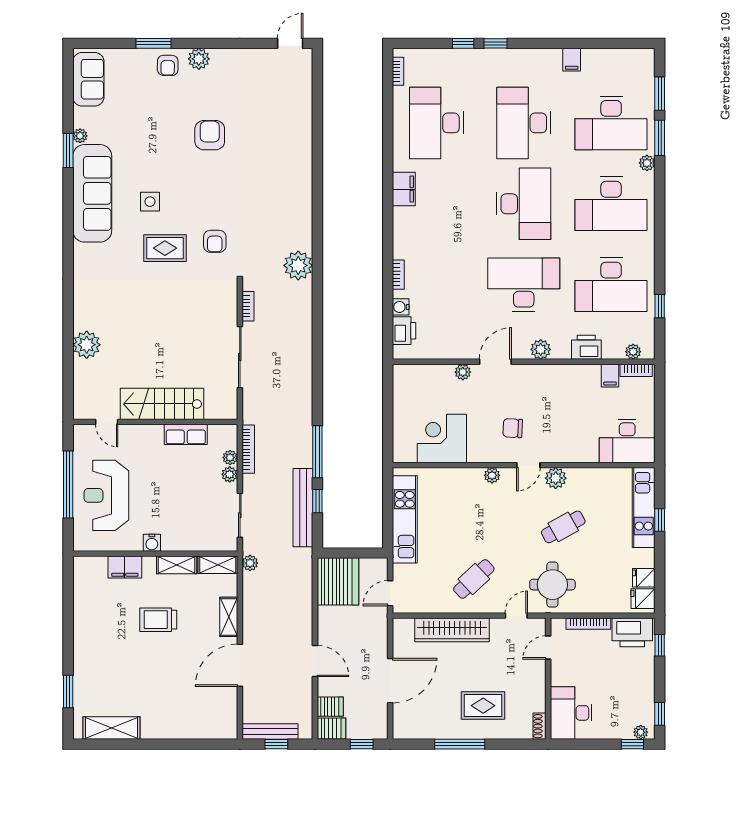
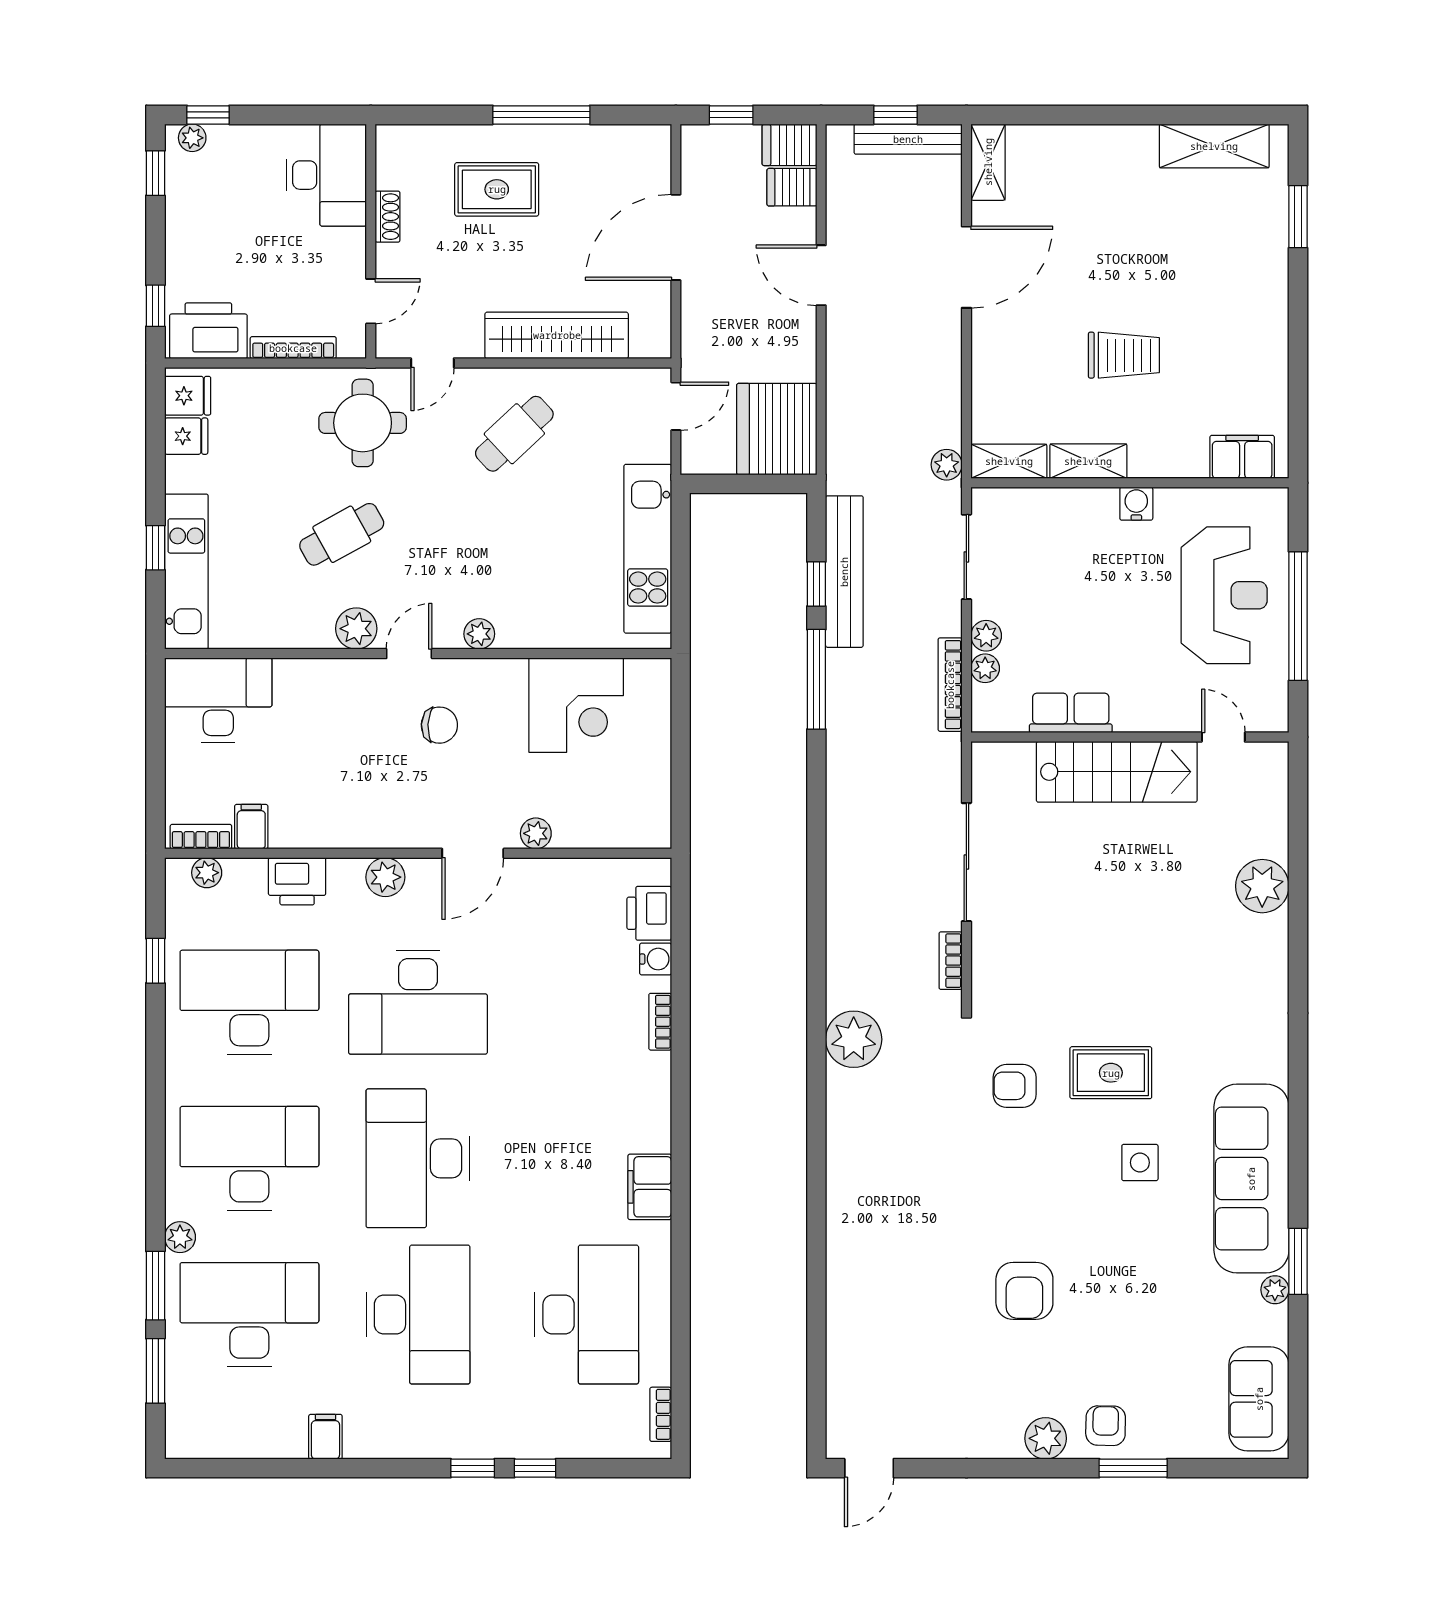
armchair: (215, 241) -> (1015, 1086), turned -90
filing cabinet: (125, 567) -> (1242, 457), moved
shelving: (229, 617) -> (988, 162), moved
shoe rack: (540, 726) -> (388, 217), moved

